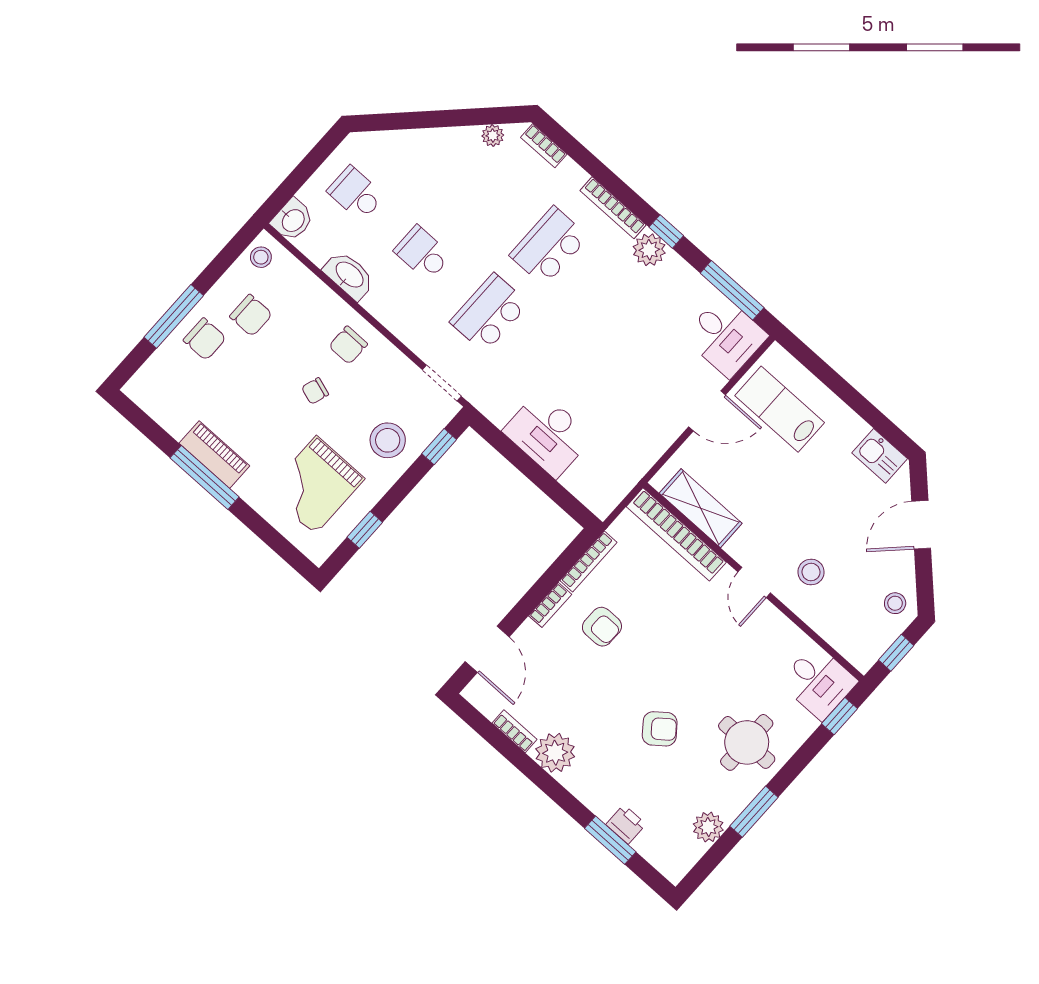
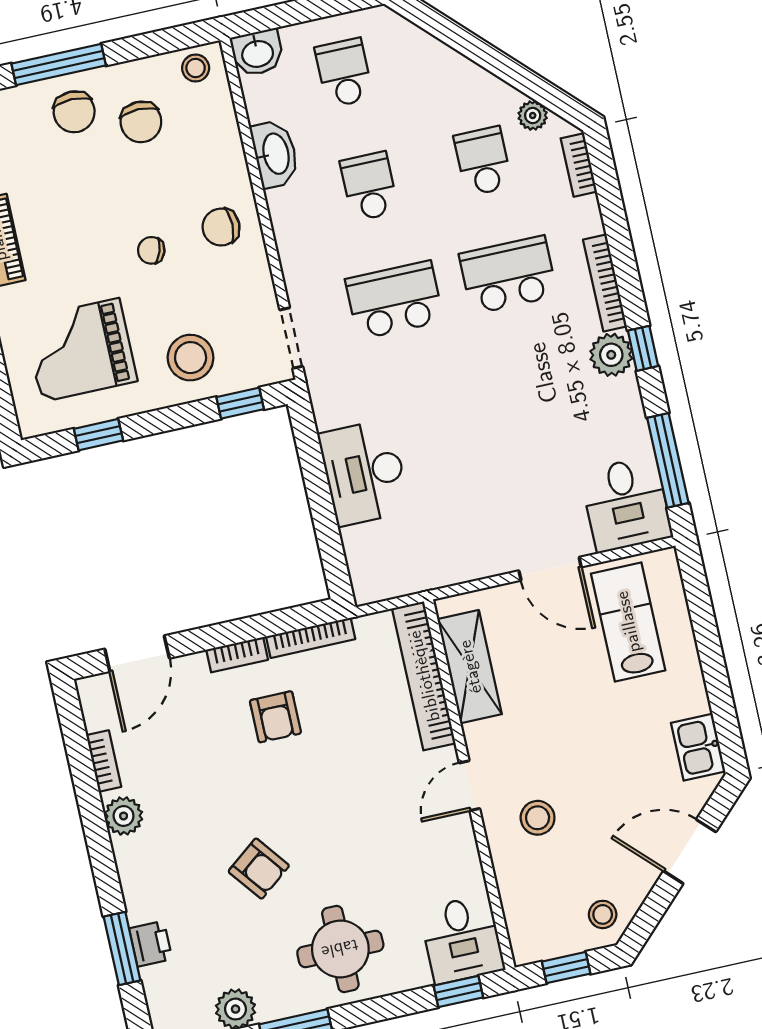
school desk: (482, 186) -> (483, 161), added
plant: (555, 753) -> (124, 816), width x0.73, depth x0.73

